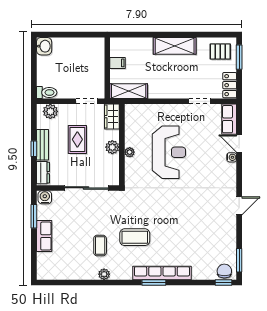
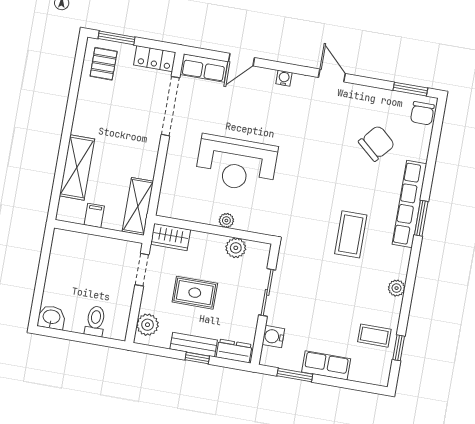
shelving: (175, 46) -> (77, 167), moved
toilet: (47, 93) -> (95, 321), moved
doorway: (200, 101) -> (170, 106), width x1.88
plant: (112, 147) -> (236, 248), moved
reception desk: (169, 152) -> (236, 164), turned 180
water cooler: (232, 157) -> (284, 78), moved
sliding door: (86, 188) -> (267, 292), width x0.73
water cooler: (45, 197) -> (273, 337), moved
chair: (199, 244) -> (377, 143), added
coffee table: (100, 246) -> (374, 336), moved
chair: (224, 271) -> (422, 113), turned -90
window: (224, 283) -> (399, 348), moved

